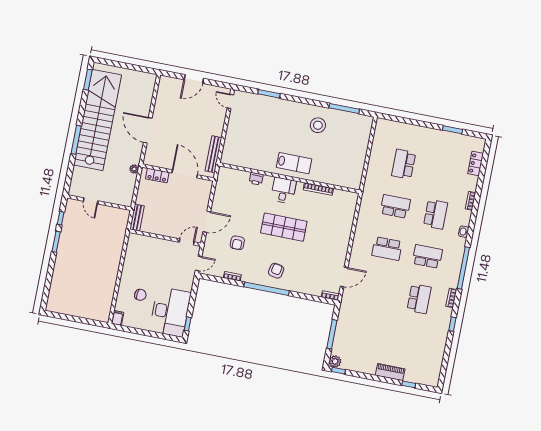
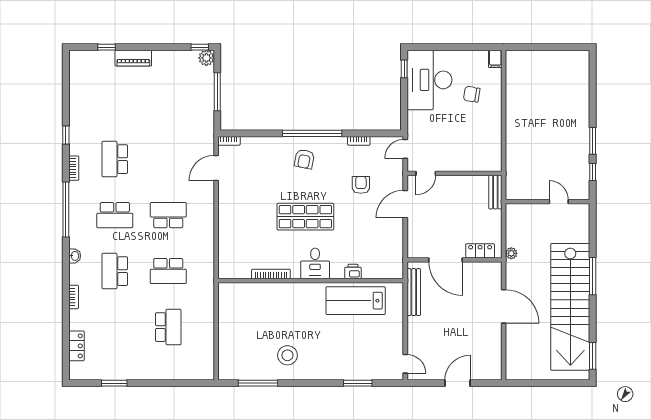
lab bench: (294, 163) -> (356, 301), moved, width x1.36, depth x1.39

